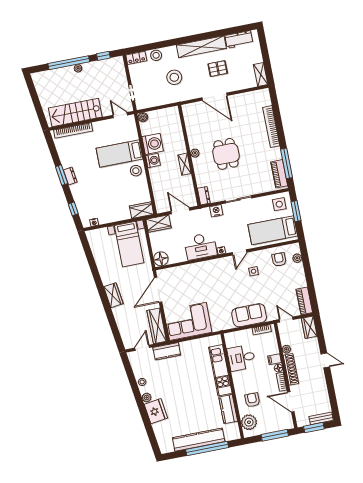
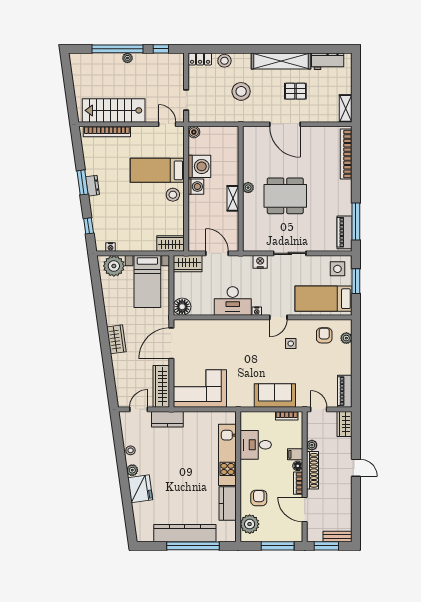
bookcase: (271, 127) -> (346, 154), moved
dining table: (226, 154) -> (285, 196), width x1.38
dresser: (204, 196) -> (249, 241), removed
plant: (100, 237) -> (114, 266), added

